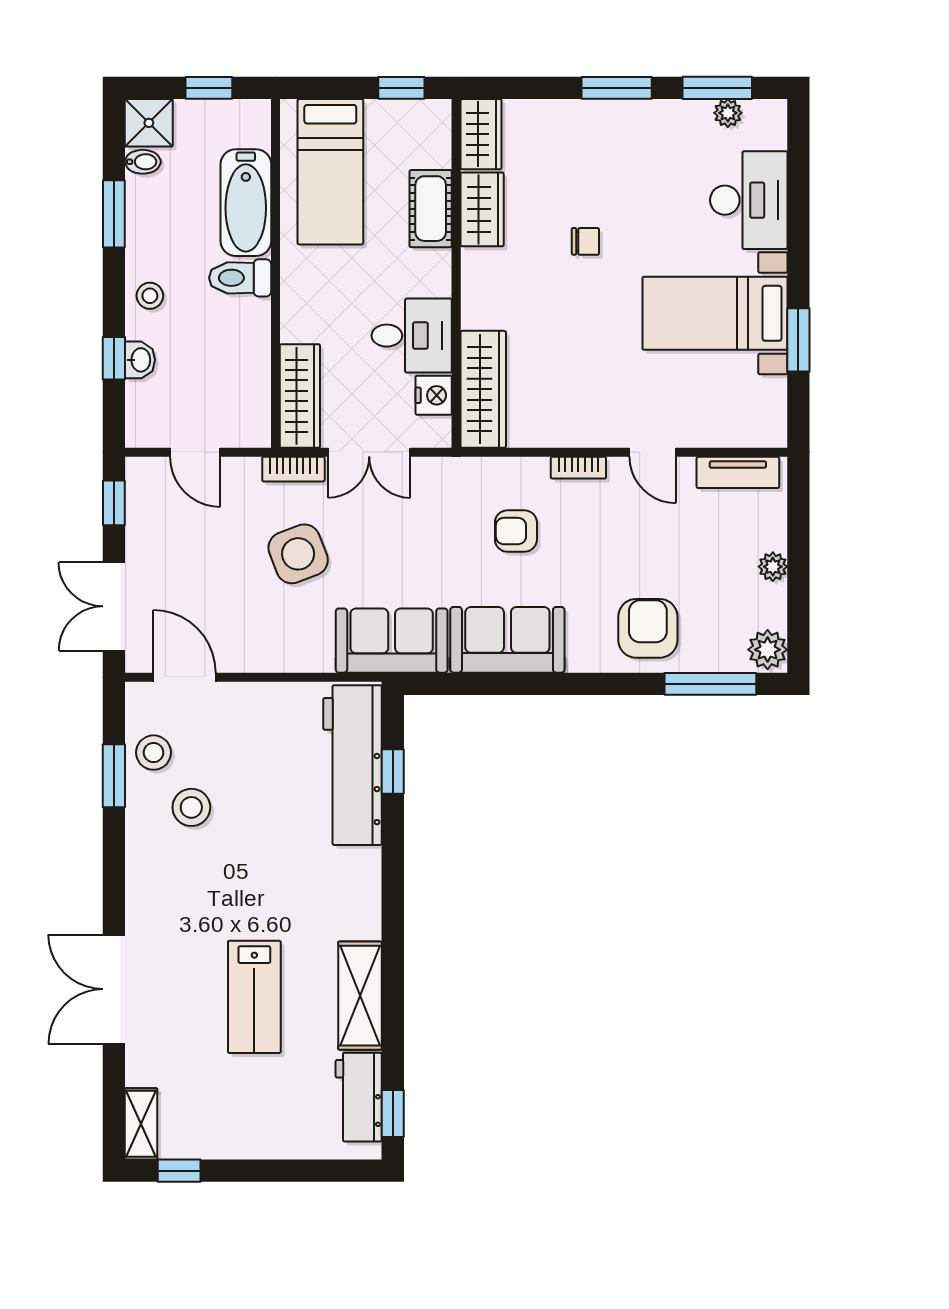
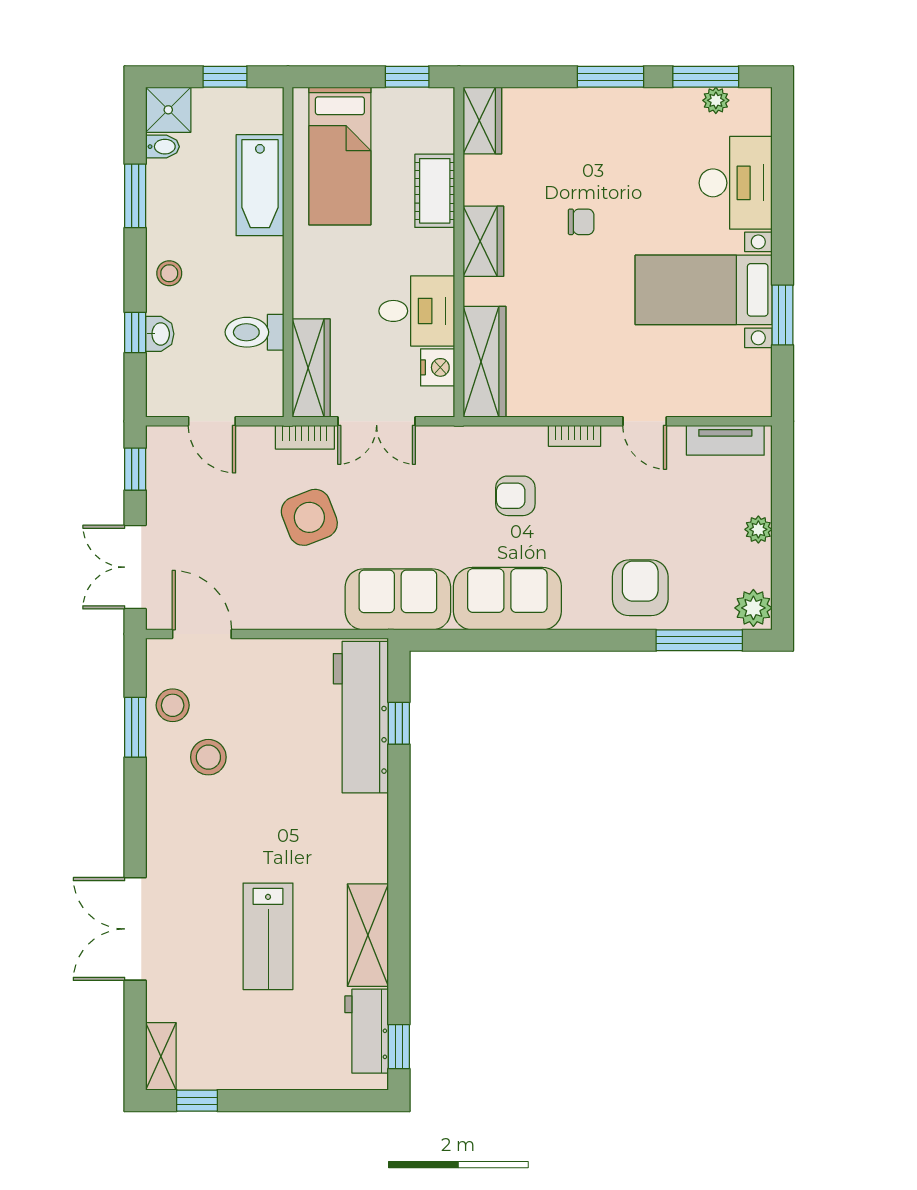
wardrobe: (482, 209) -> (483, 241), moved
toilet: (240, 278) -> (255, 332), moved

